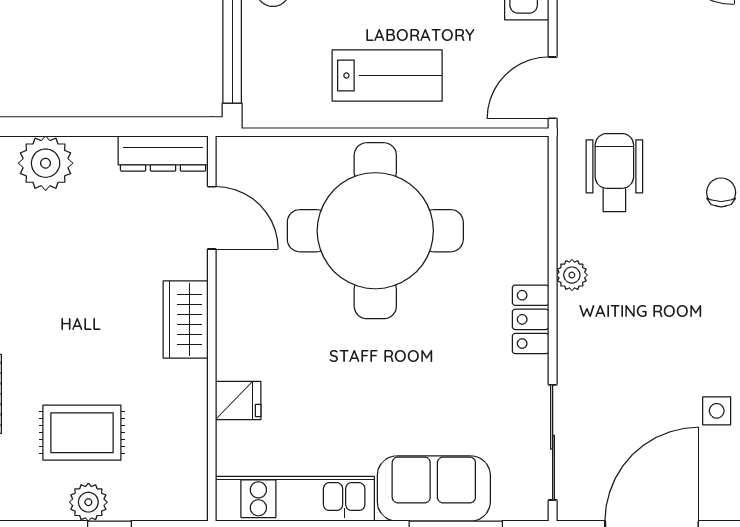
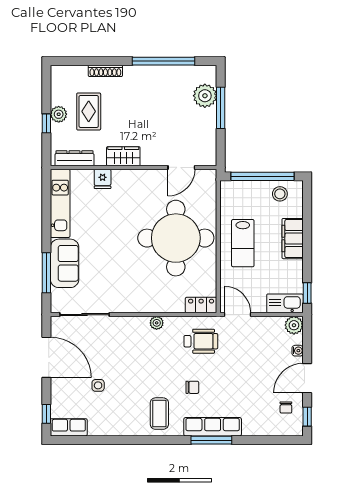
window: (74, 127) -> (221, 108), added
dresser: (163, 154) -> (74, 158), moved, turned 90
wardrobe: (186, 319) -> (123, 156), moved
locker: (531, 319) -> (201, 305), moved

